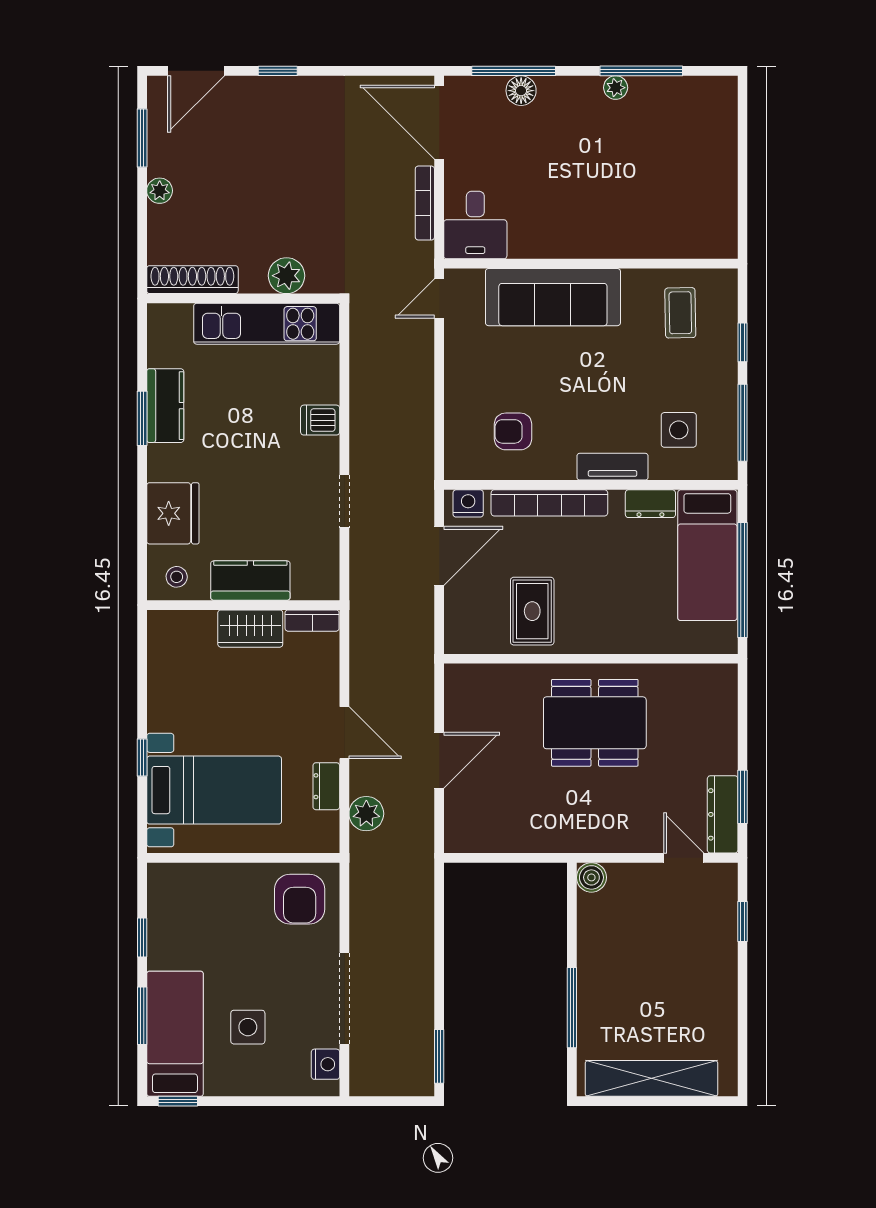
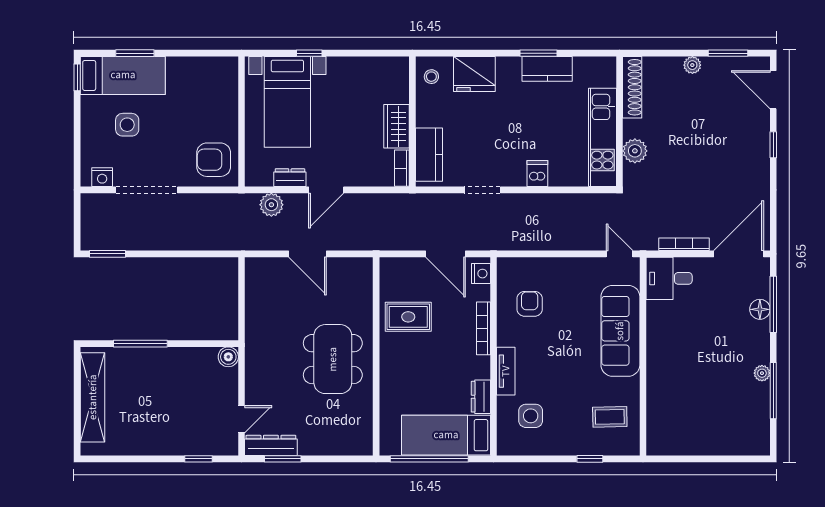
window: (743, 423) -> (535, 459), removed
bookcase: (549, 503) -> (483, 328), width x0.68, depth x0.76
kitchen counter: (250, 581) -> (429, 155), moved
window: (142, 938) -> (188, 53), removed

